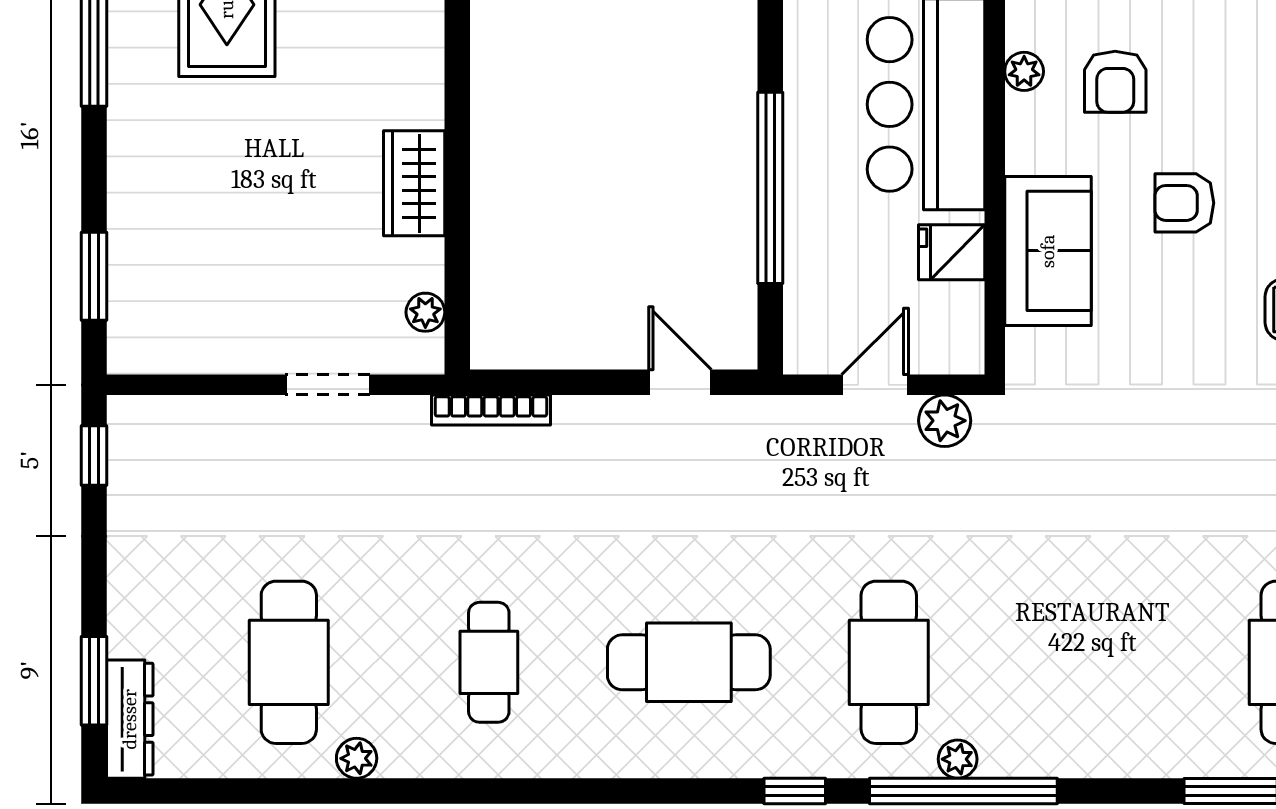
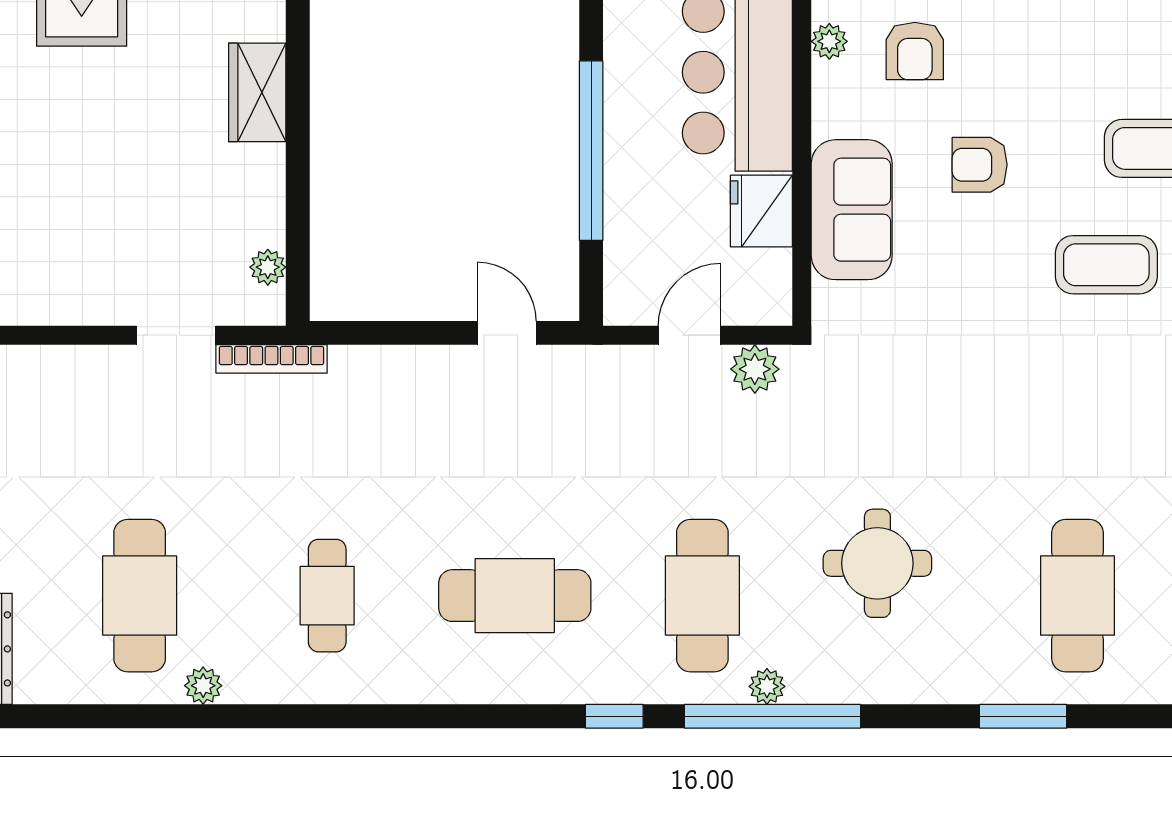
wardrobe: (414, 183) -> (257, 92), moved
fridge: (952, 252) -> (761, 211), width x1.38
bookcase: (491, 410) -> (272, 359), moved
round table: (1075, 628) -> (877, 563), added

